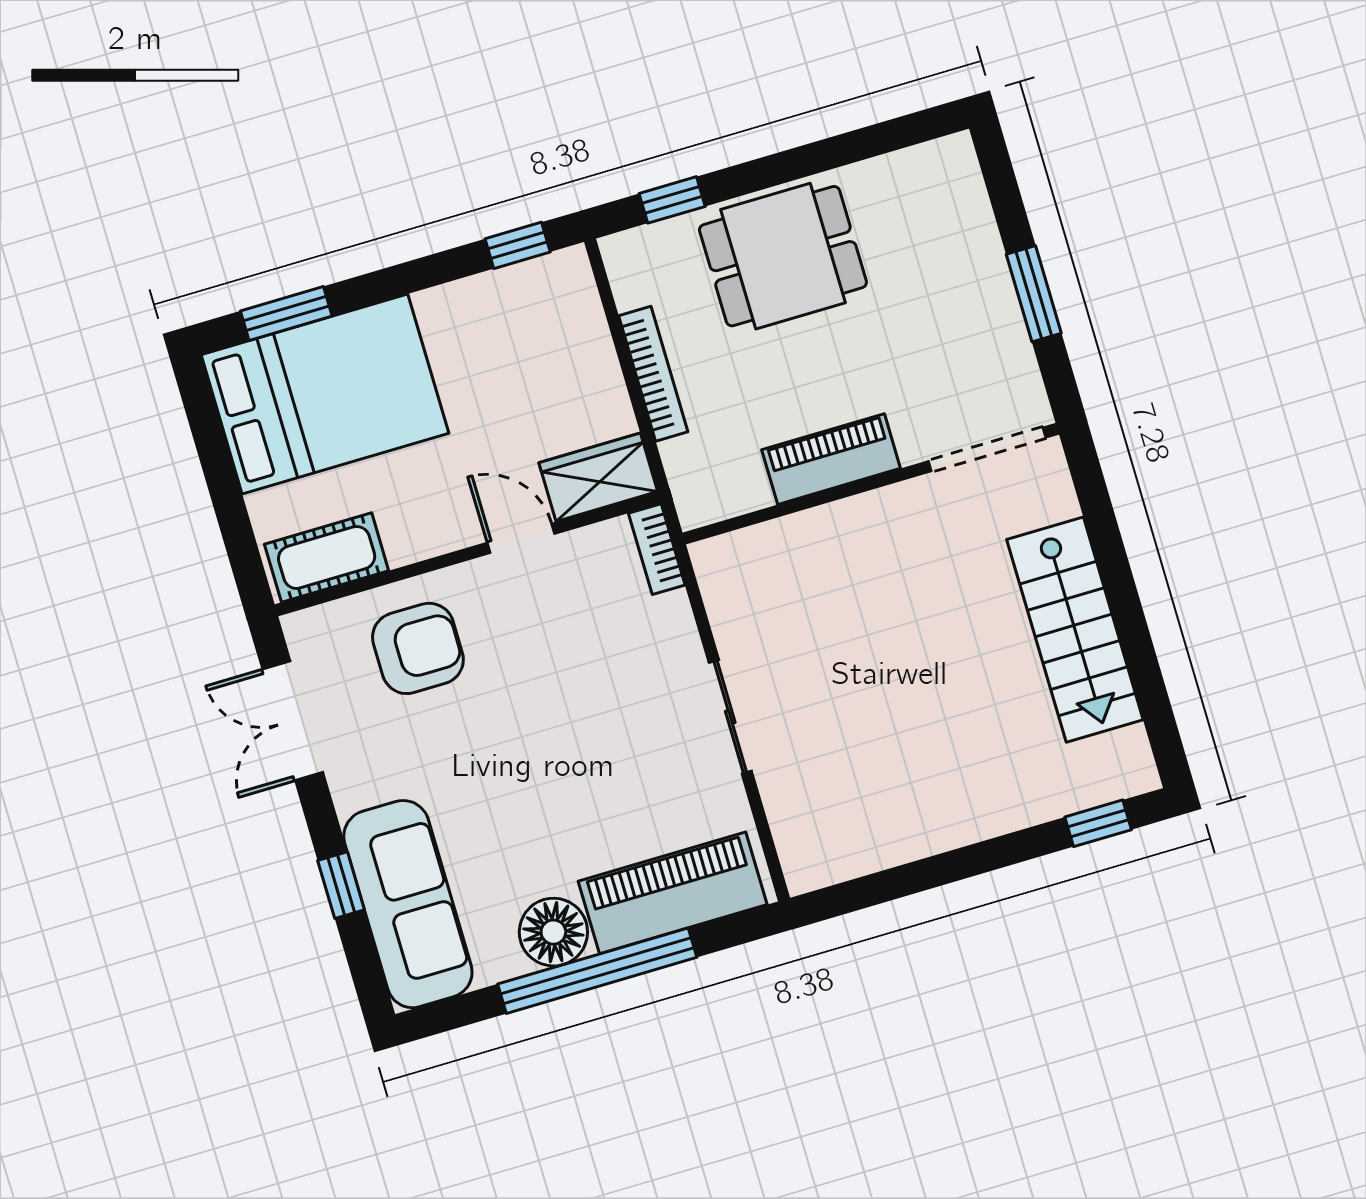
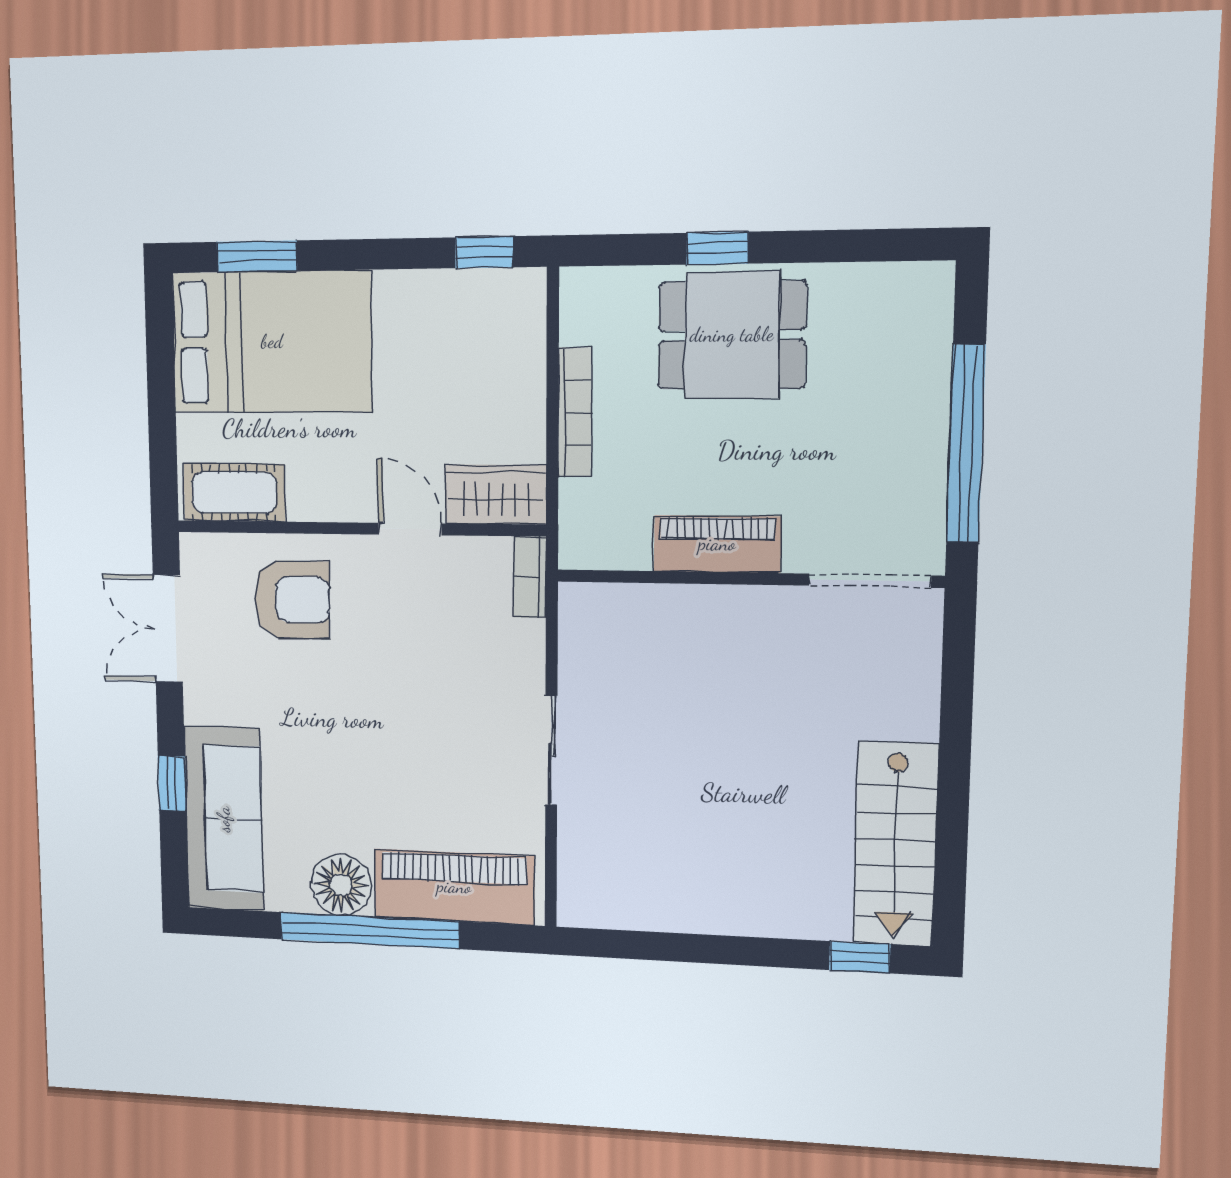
window: (672, 200) -> (717, 248), moved
window: (1034, 294) -> (966, 444), width x2.11
stairs: (1075, 630) -> (896, 844), moved

